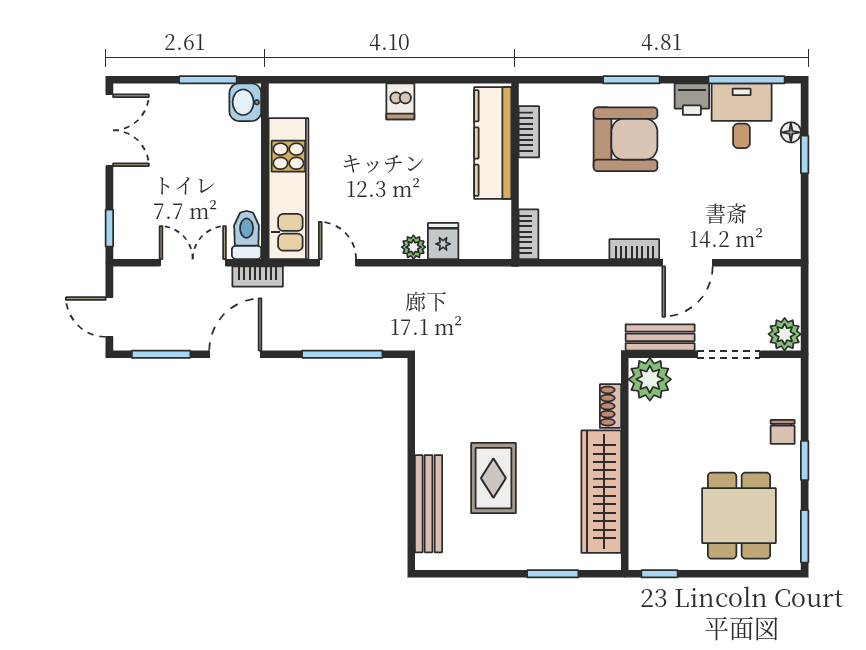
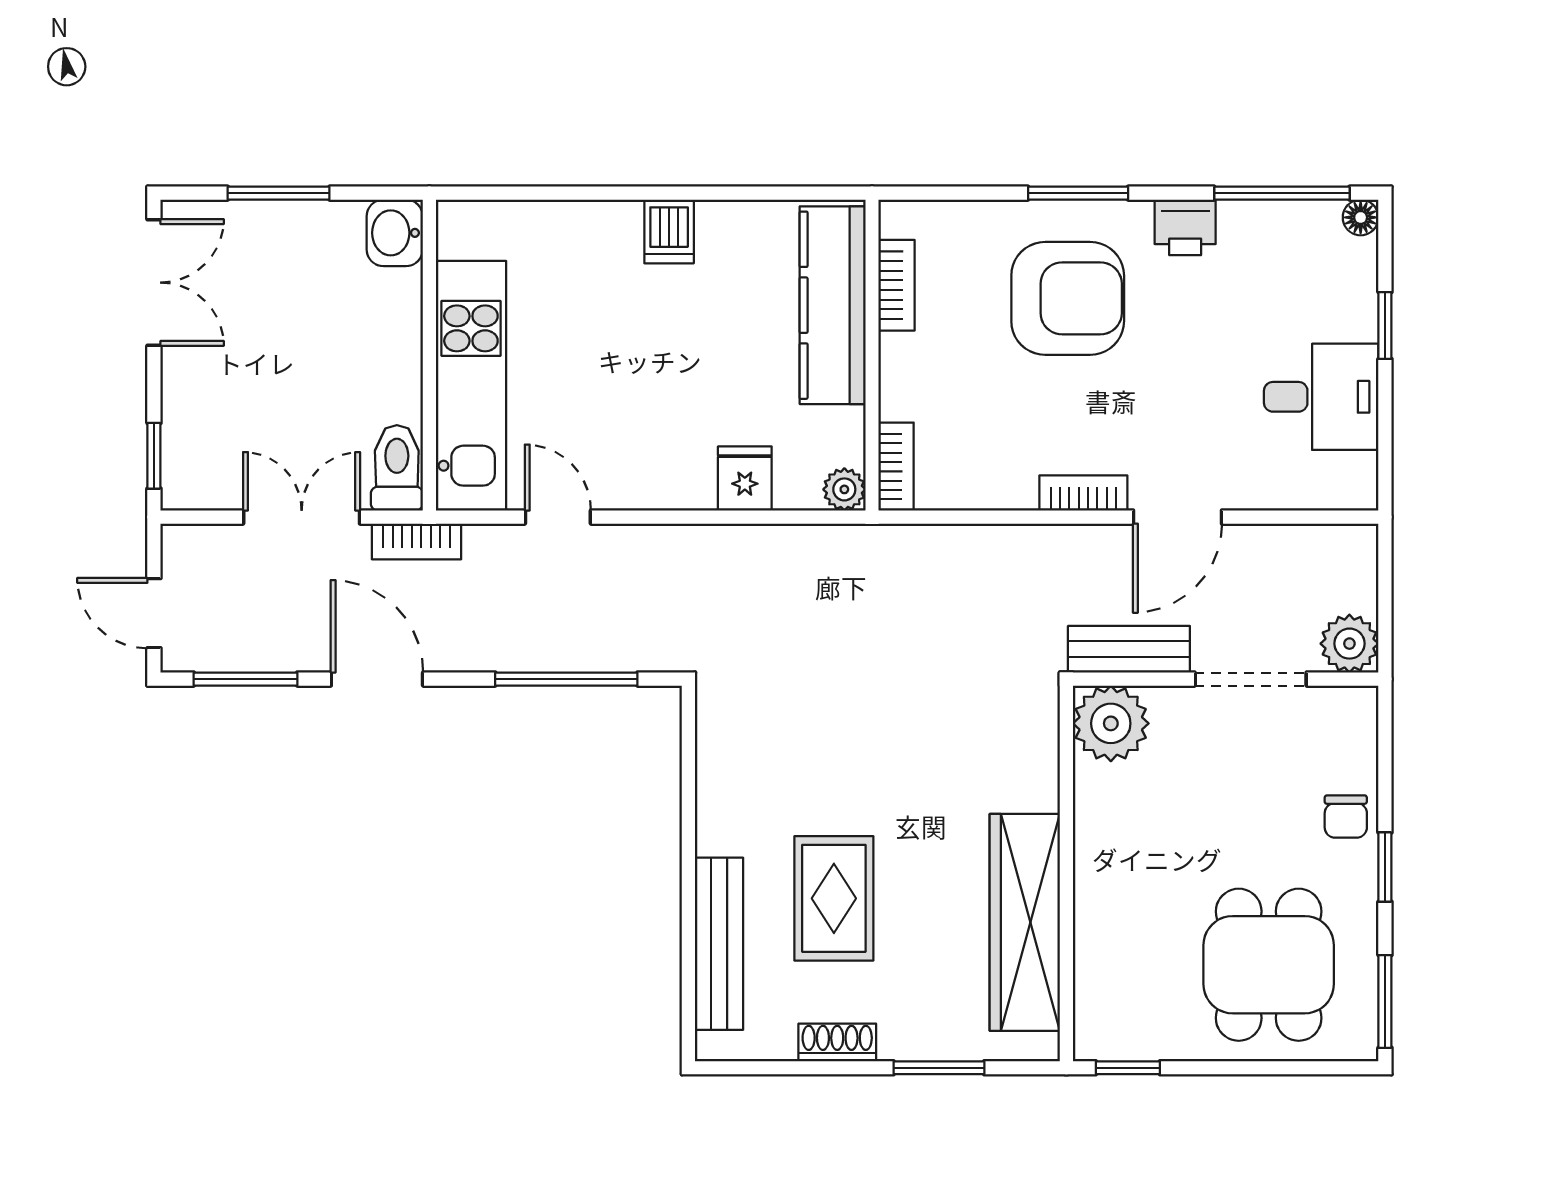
window: (208, 80) -> (279, 193), moved
desk: (742, 116) -> (1321, 397), moved, turned 90
floor lamp: (791, 132) -> (1361, 217), moved
plant: (413, 247) -> (844, 489), moved
door: (235, 354) -> (377, 679), hinge flipped
shoe rack: (610, 406) -> (837, 1042), moved, turned 90

